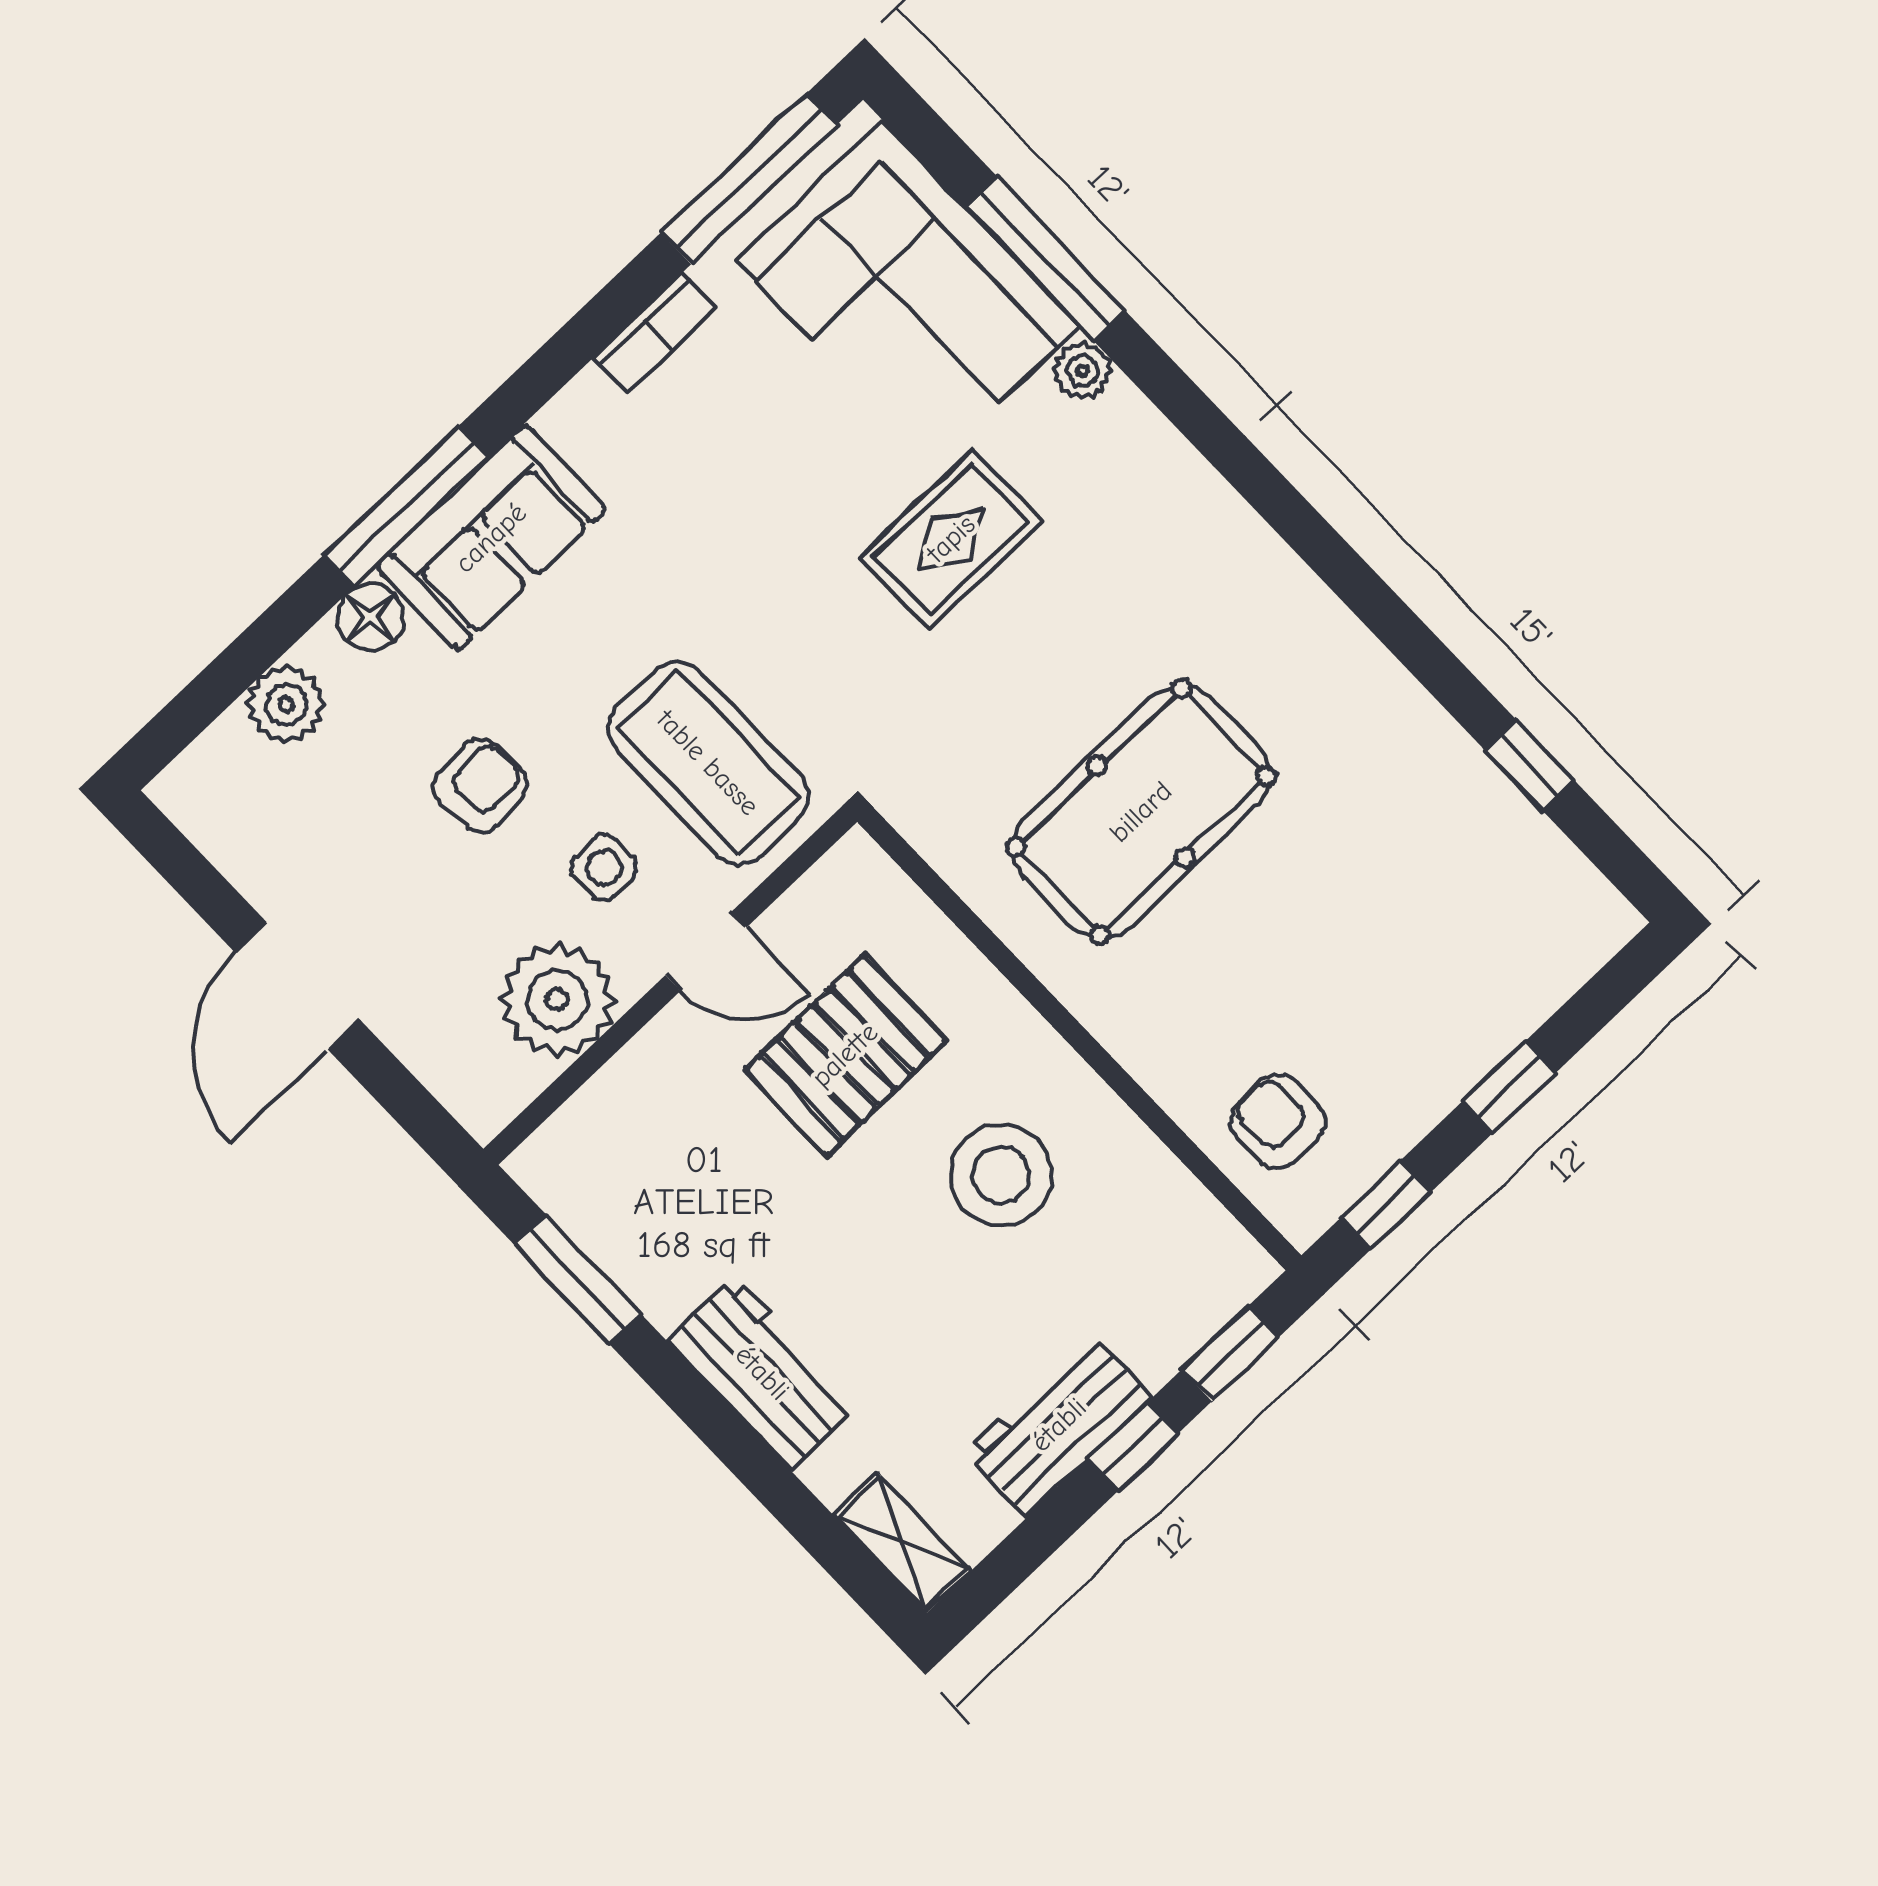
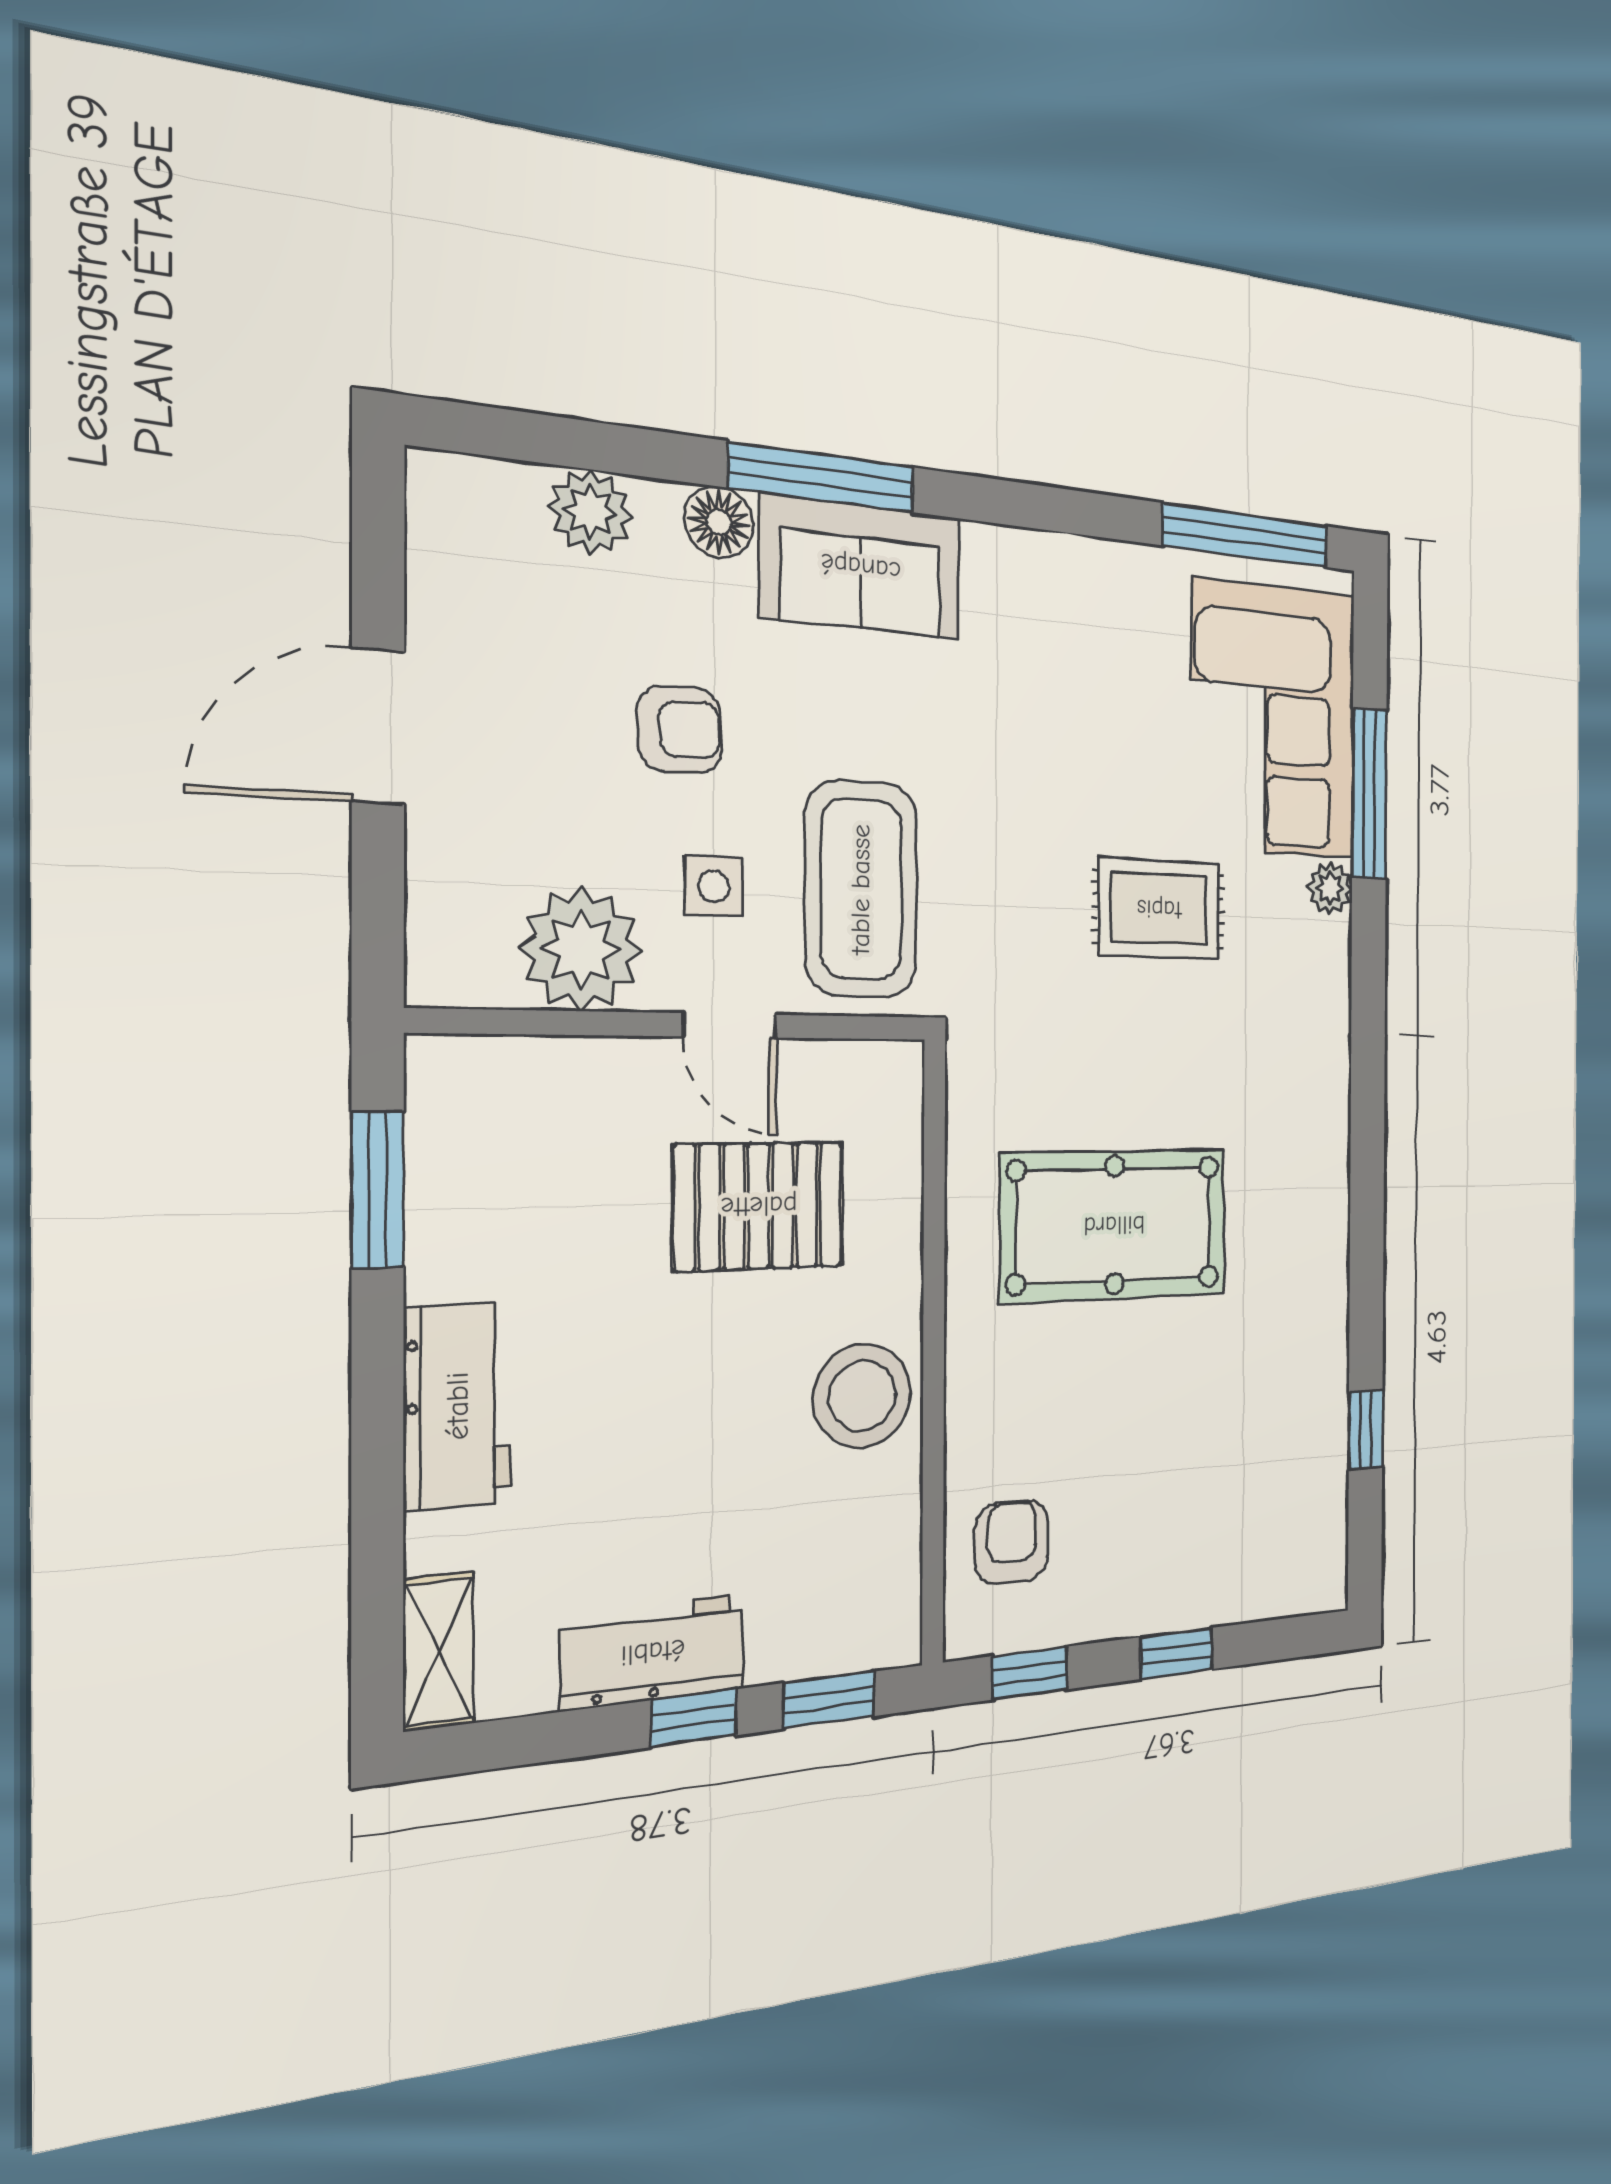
bookcase: (656, 332) -> (1100, 561), removed
stool: (1001, 1175) -> (862, 1396), moved

